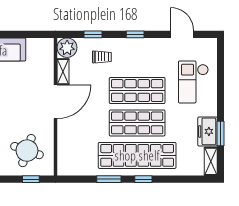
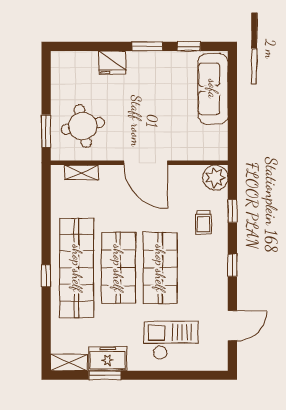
shelving: (63, 72) -> (81, 172), moved
round table: (27, 151) -> (83, 126), turned -31
window: (31, 179) -> (46, 131), width x1.50
window: (109, 179) -> (46, 232), removed

